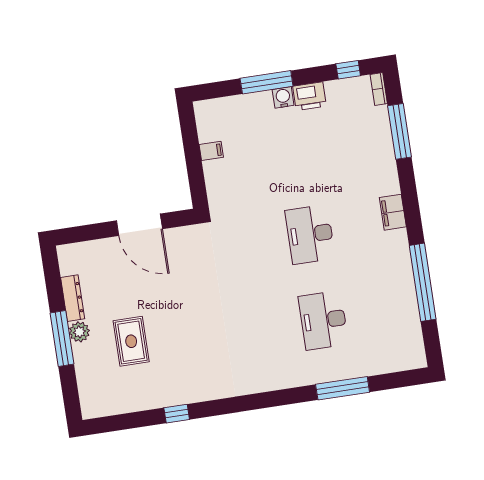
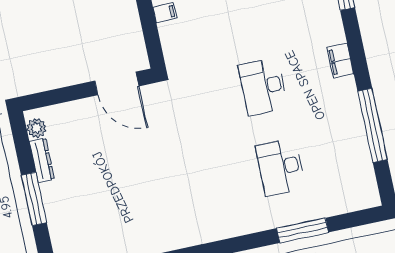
door: (139, 225) -> (117, 83), moved
plant: (79, 332) -> (36, 128), moved
rug: (131, 341) -> (100, 198), removed

